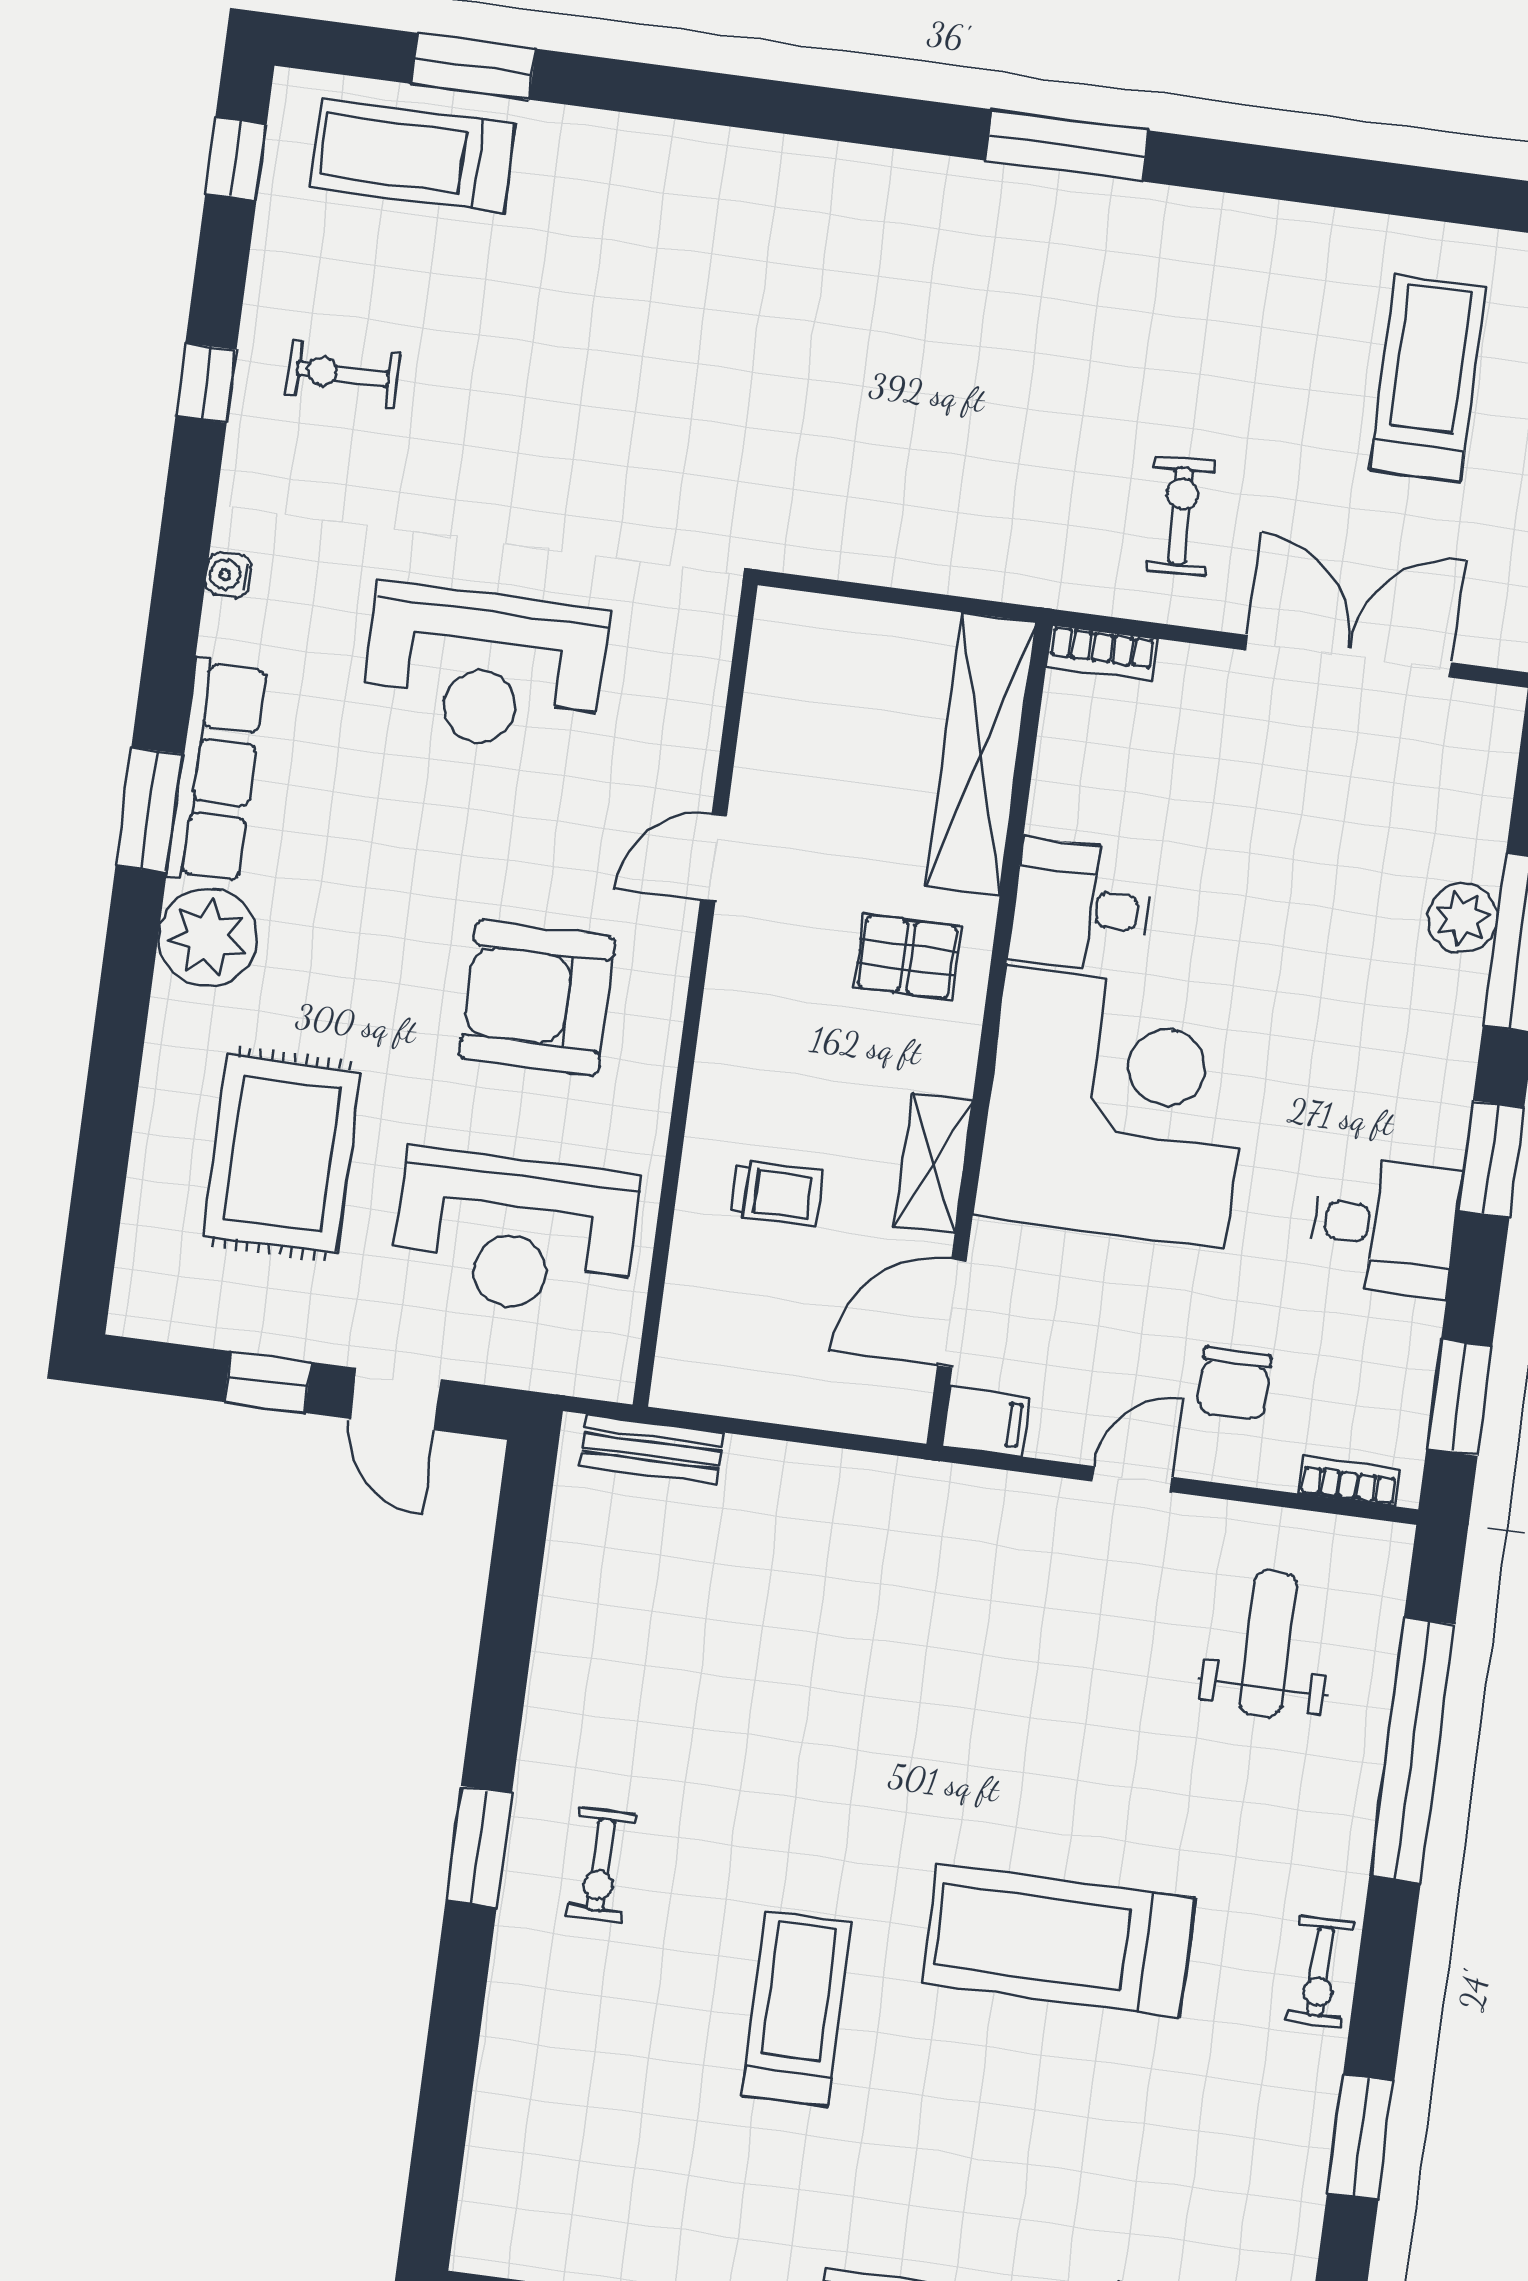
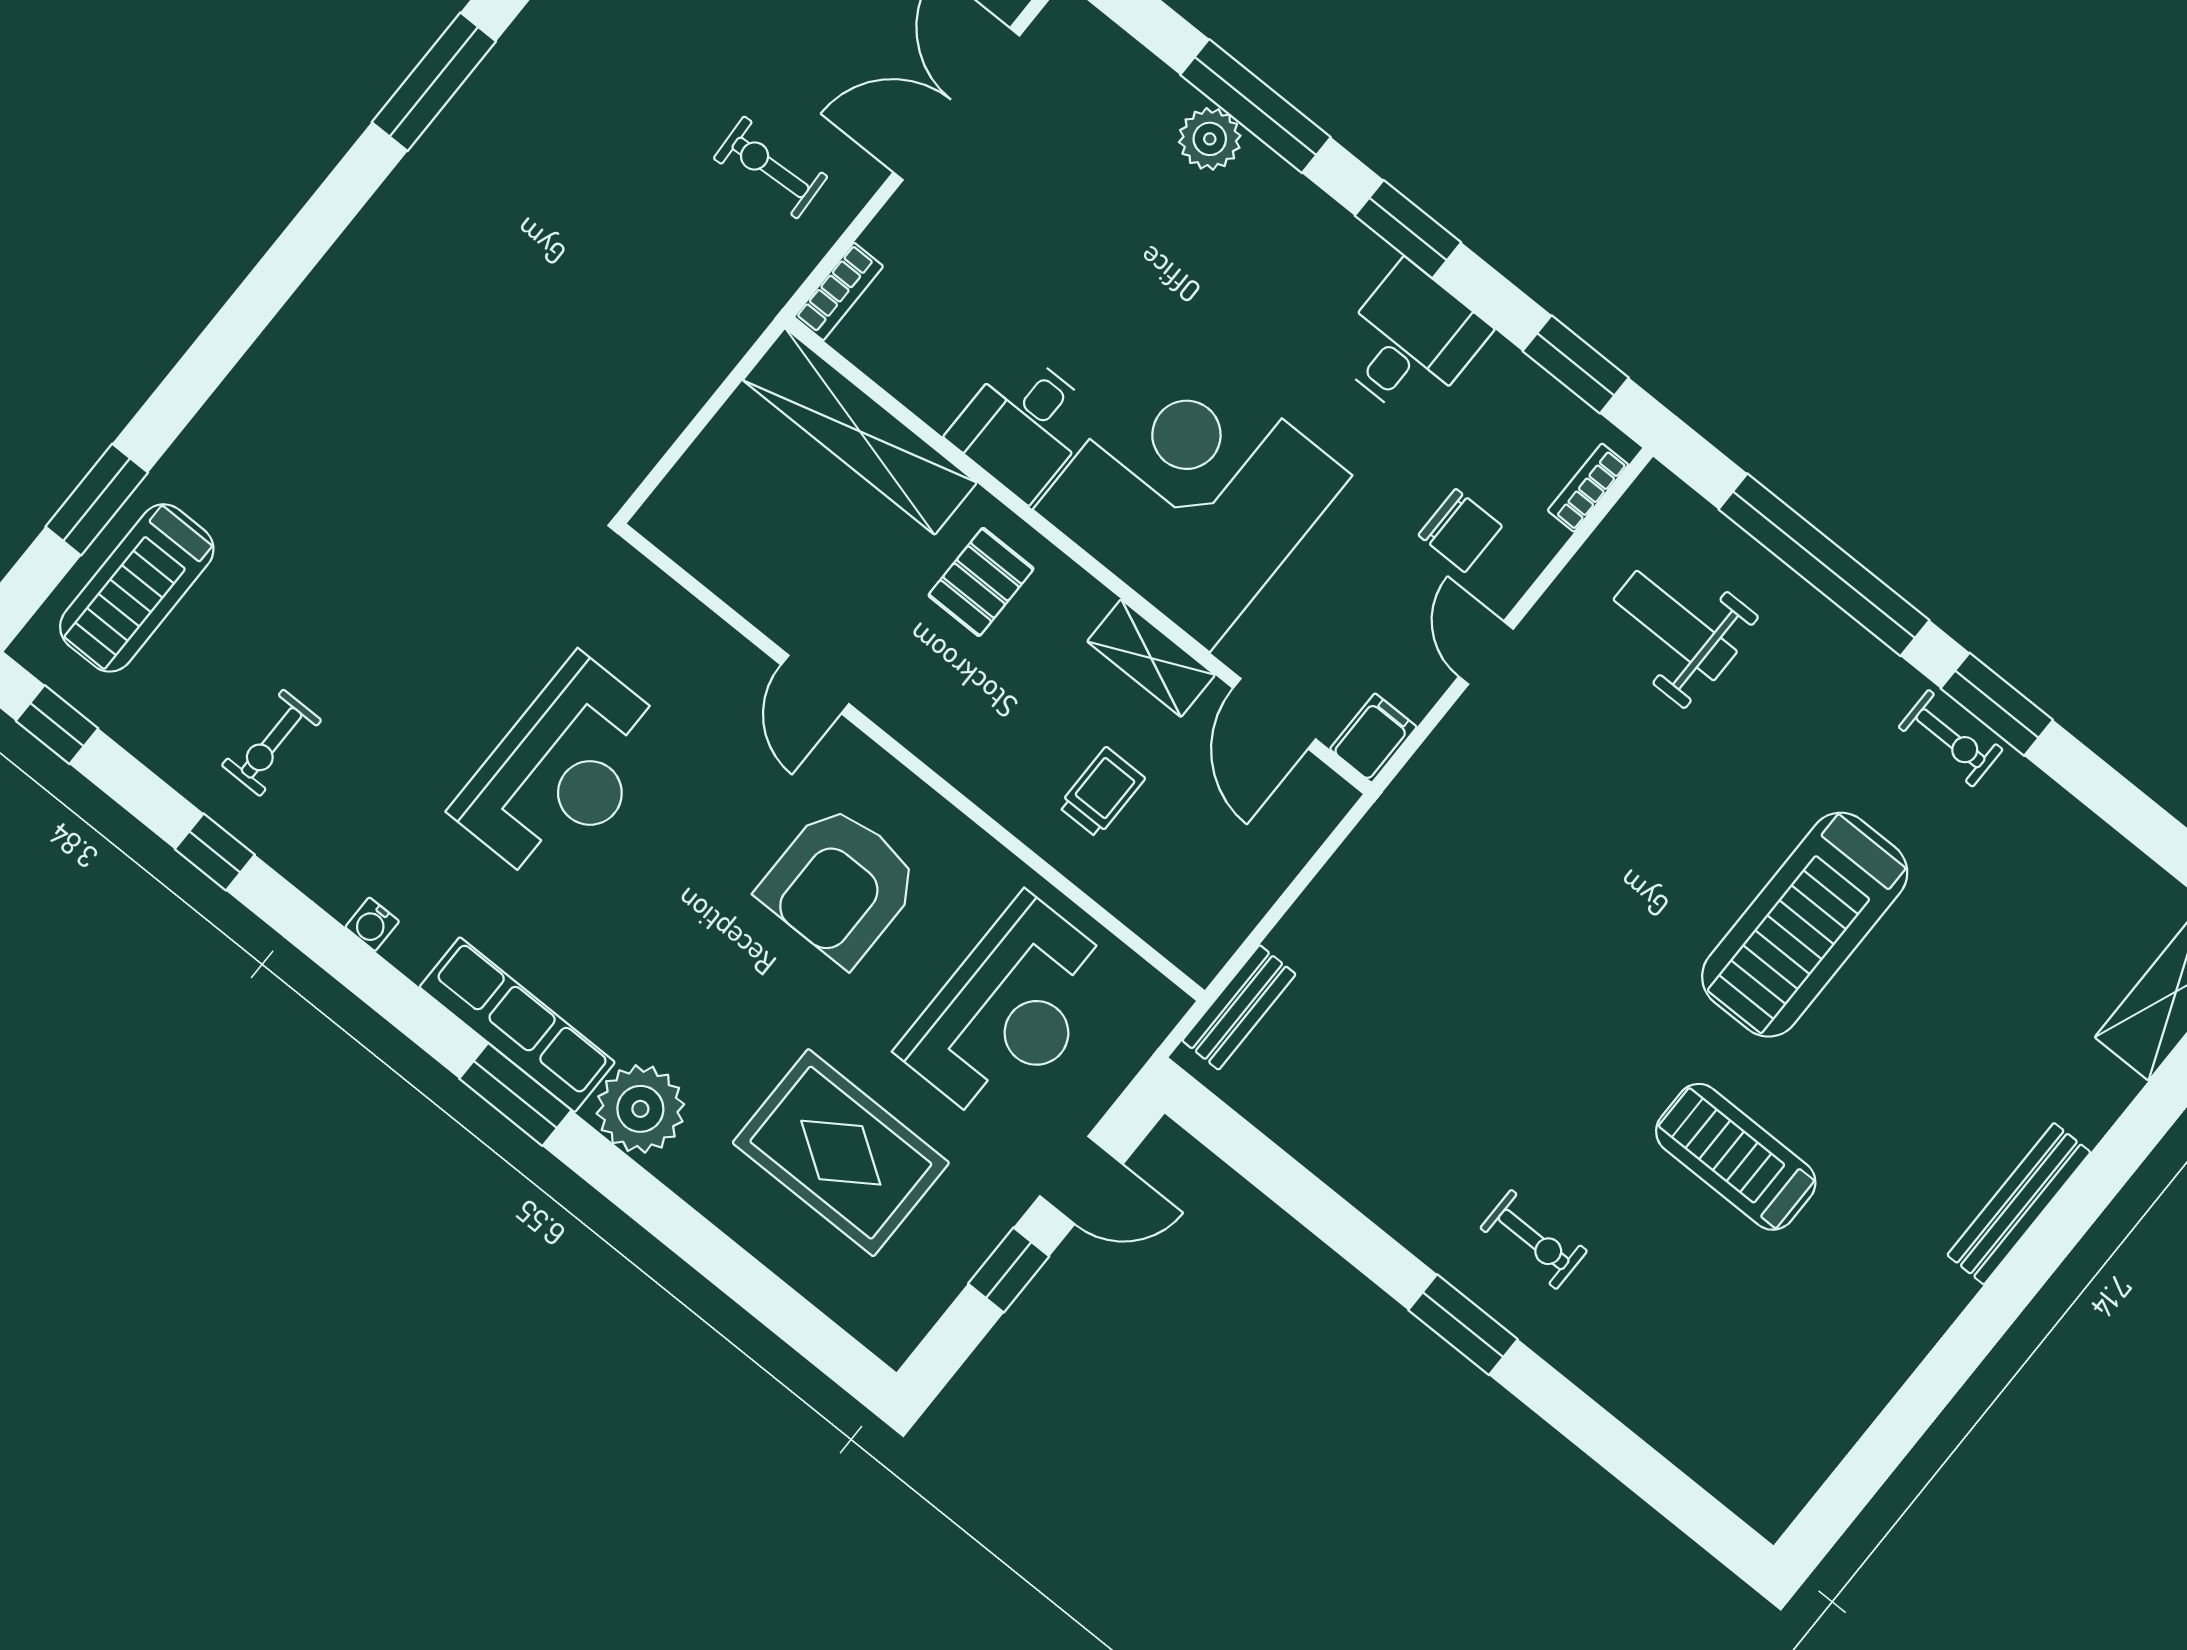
window: (1361, 2137) -> (1997, 704), moved

